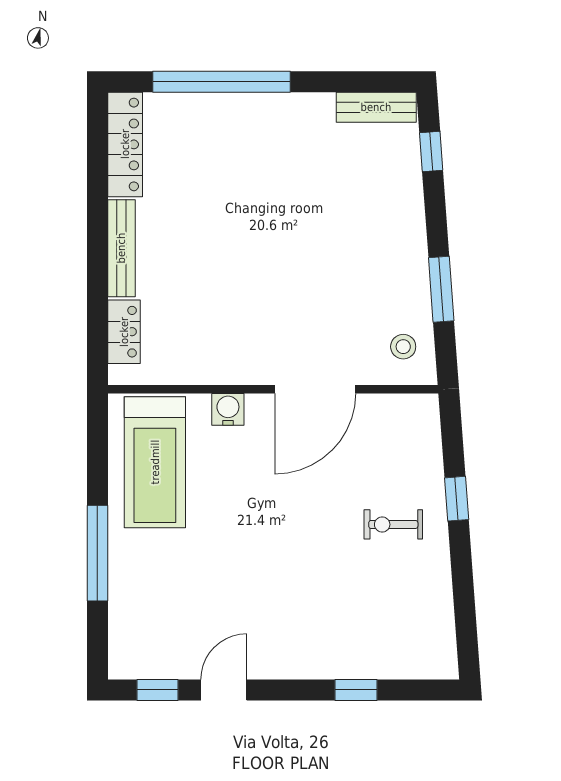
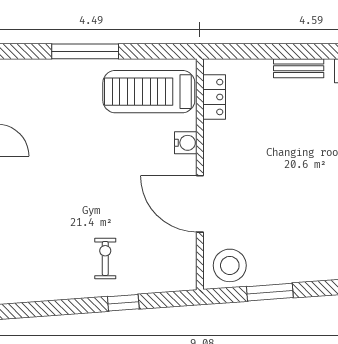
bench: (121, 248) -> (299, 68), width x0.73
locker: (124, 332) -> (214, 97), moved, turned -90
stool: (403, 347) -> (230, 265), width x1.89, depth x1.89

